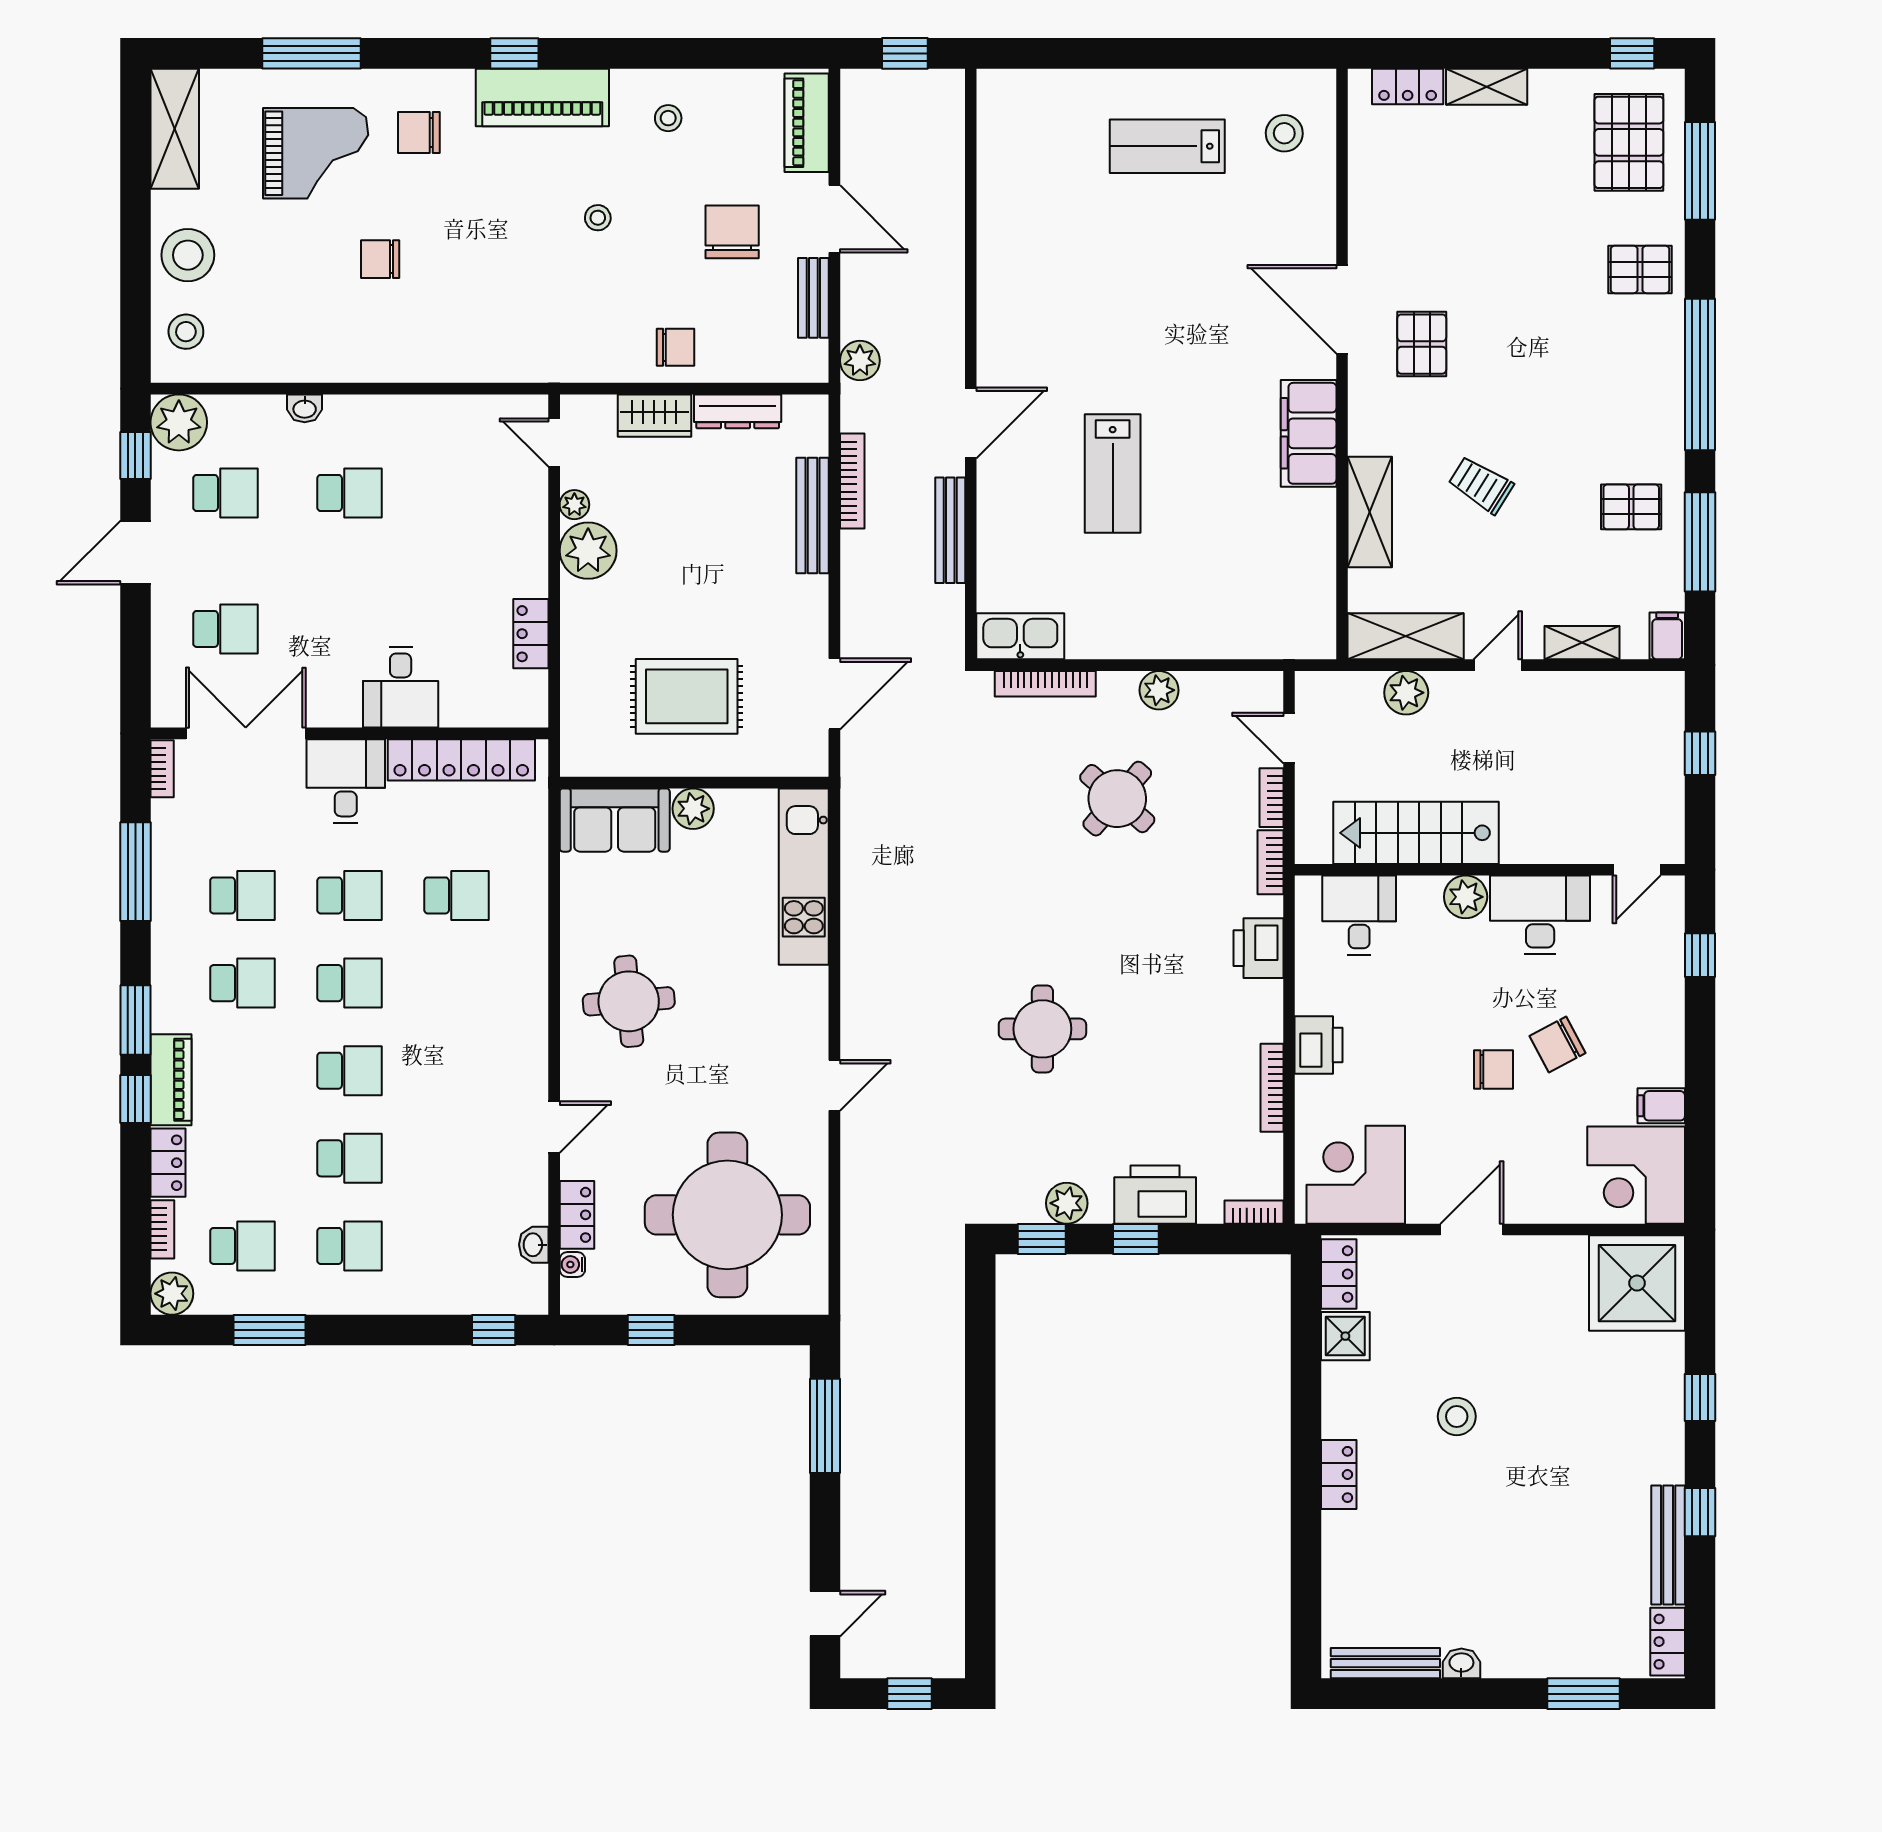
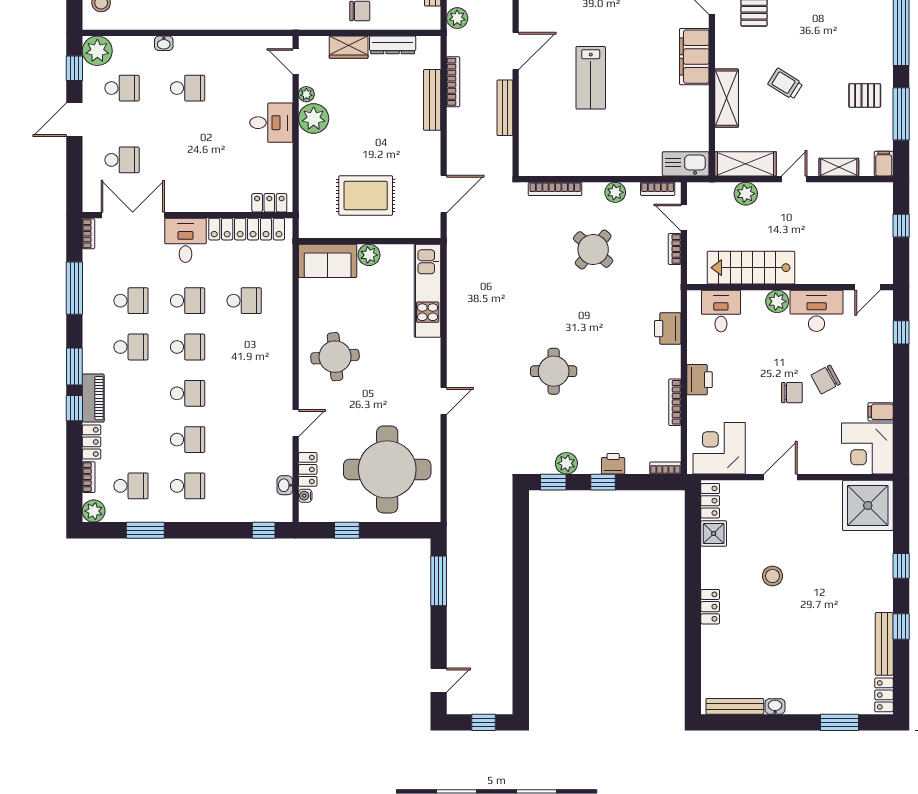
locker: (531, 634) -> (269, 203), moved, turned 90
kitchen sink: (1020, 636) -> (686, 164), moved
desk: (401, 687) -> (271, 123), moved, turned -90
bookcase: (1270, 862) -> (658, 189), moved, turned -90
printer: (1155, 1195) -> (613, 464), width x0.53, depth x0.68

